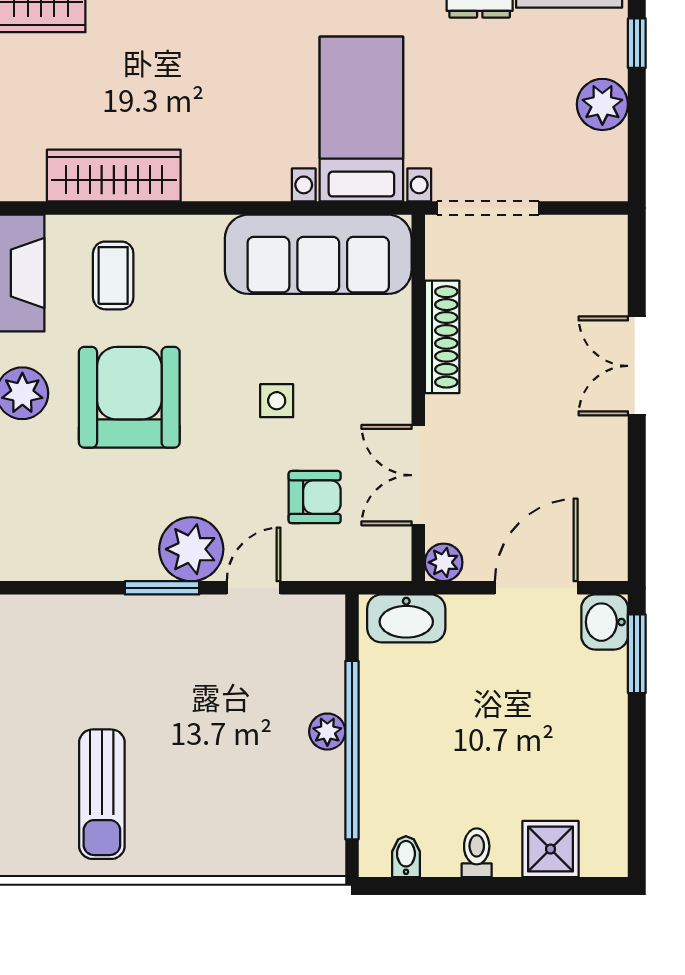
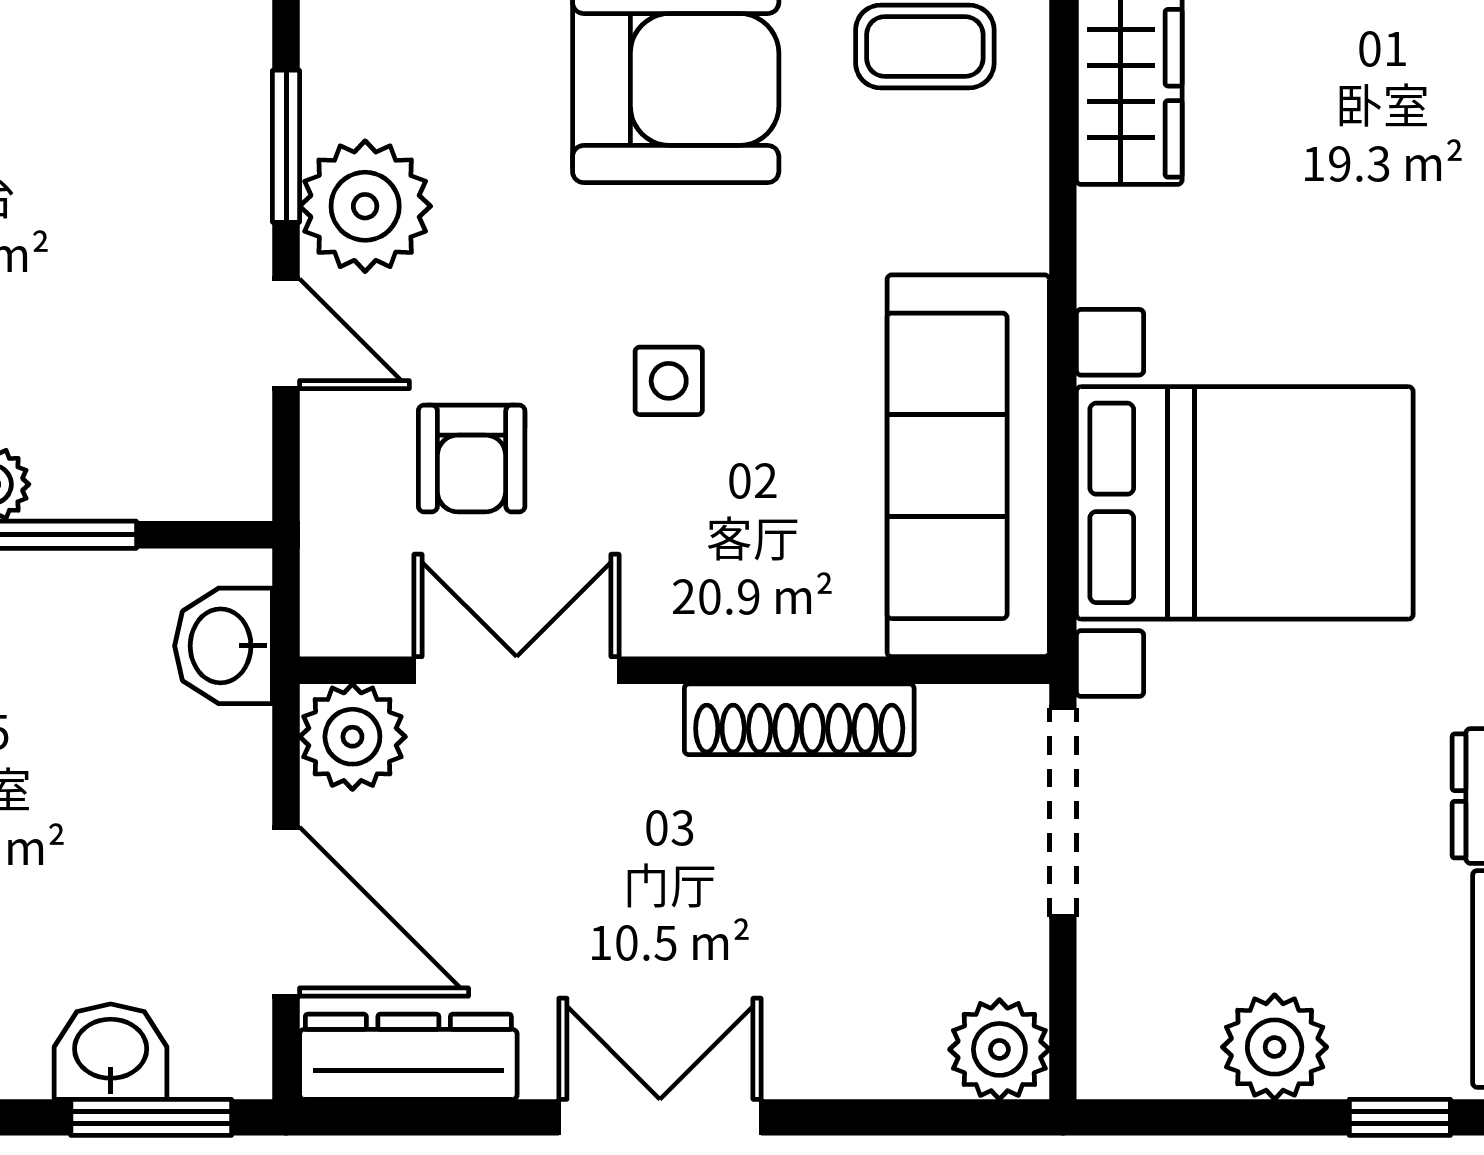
bed with nightstands: (361, 119) -> (1245, 503), width x1.36
plant: (604, 239) -> (999, 1049), added
double door: (637, 366) -> (660, 1117), moved
dresser: (607, 528) -> (408, 1057), added
plant: (444, 562) -> (352, 737), width x1.38, depth x1.38
washbasin: (406, 618) -> (224, 646), width x0.72
washbasin: (605, 622) -> (111, 1052), moved

